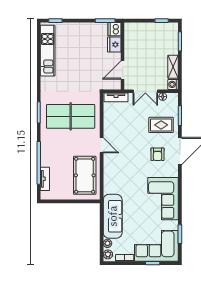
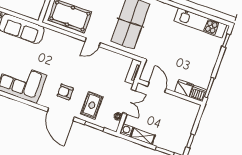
double door: (145, 91) -> (129, 102), swing flipped

